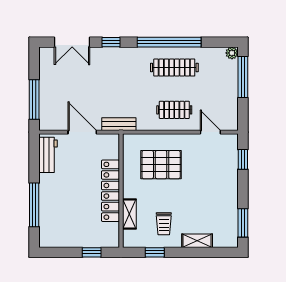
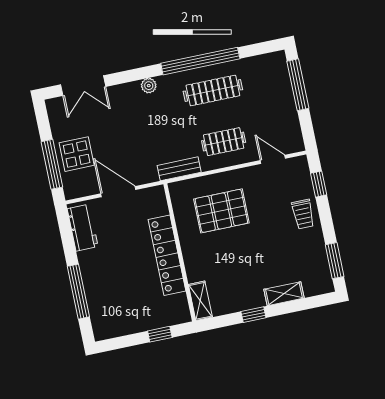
window: (111, 42) -> (130, 76), removed
plant: (232, 53) -> (149, 86), moved
display table: (55, 95) -> (77, 154), added
bench: (119, 124) -> (179, 169), moved
shelving: (129, 214) -> (200, 301), moved
trolley: (164, 224) -> (303, 214), moved
window: (155, 252) -> (253, 315), moved

